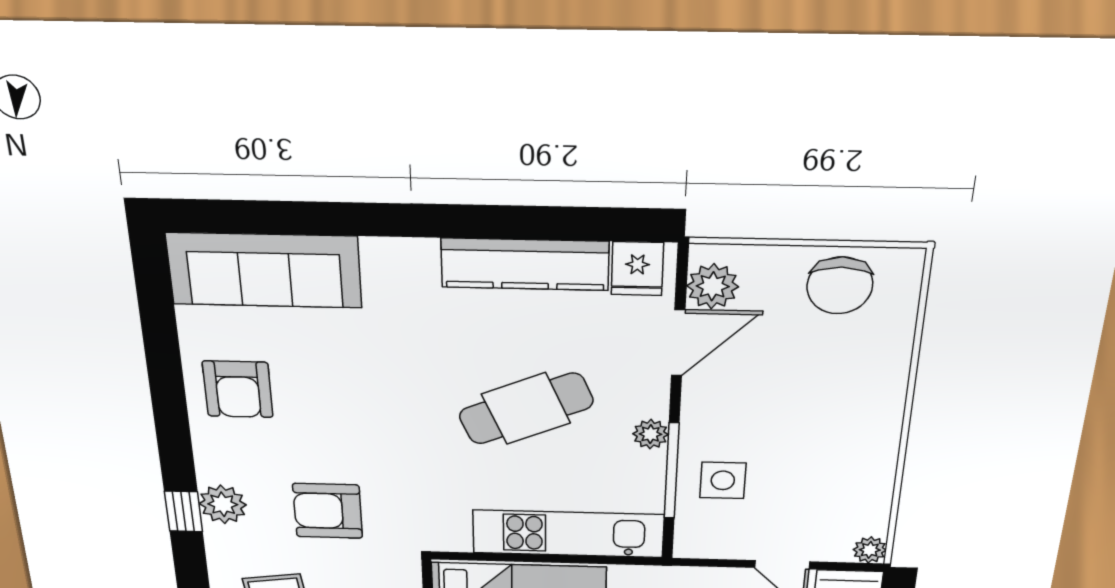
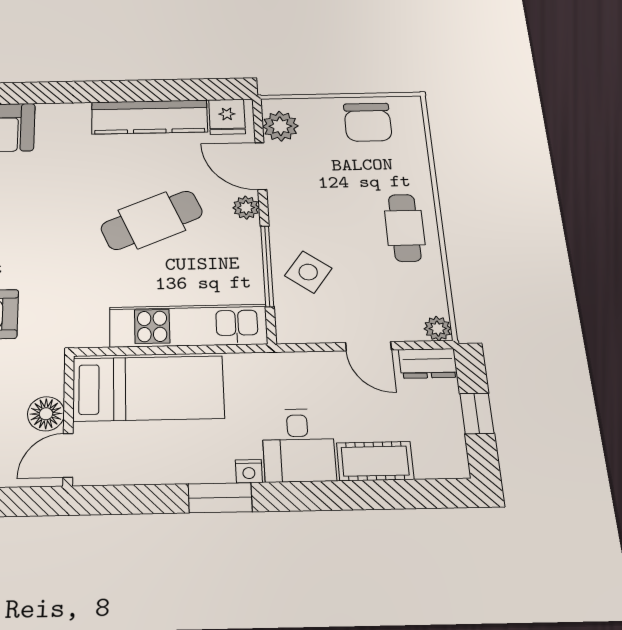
door: (678, 343) -> (261, 166), swing flipped
cafe table: (858, 432) -> (405, 228), added
plant: (650, 434) -> (246, 208), moved
side table: (723, 480) -> (308, 272), turned 36

